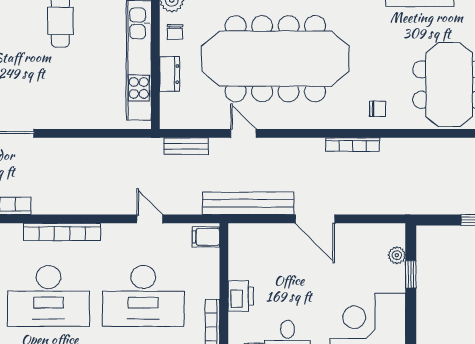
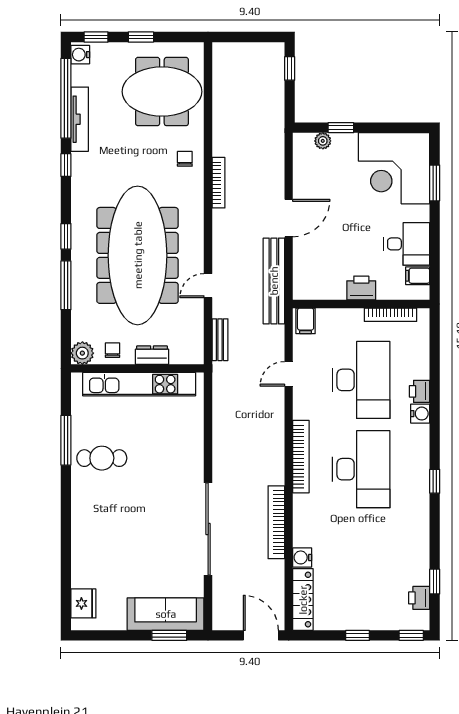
chair: (175, 32) -> (112, 350), turned -90

